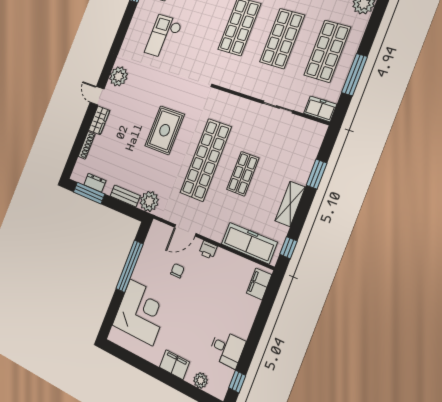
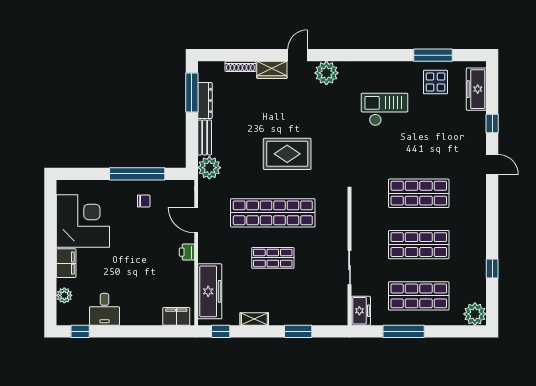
dresser: (95, 183) -> (205, 101), width x1.44
shelving: (290, 204) -> (254, 319), width x0.67, depth x0.75
chair: (177, 271) -> (144, 201), moved
corner desk: (141, 312) -> (83, 221), moved, turned -90

